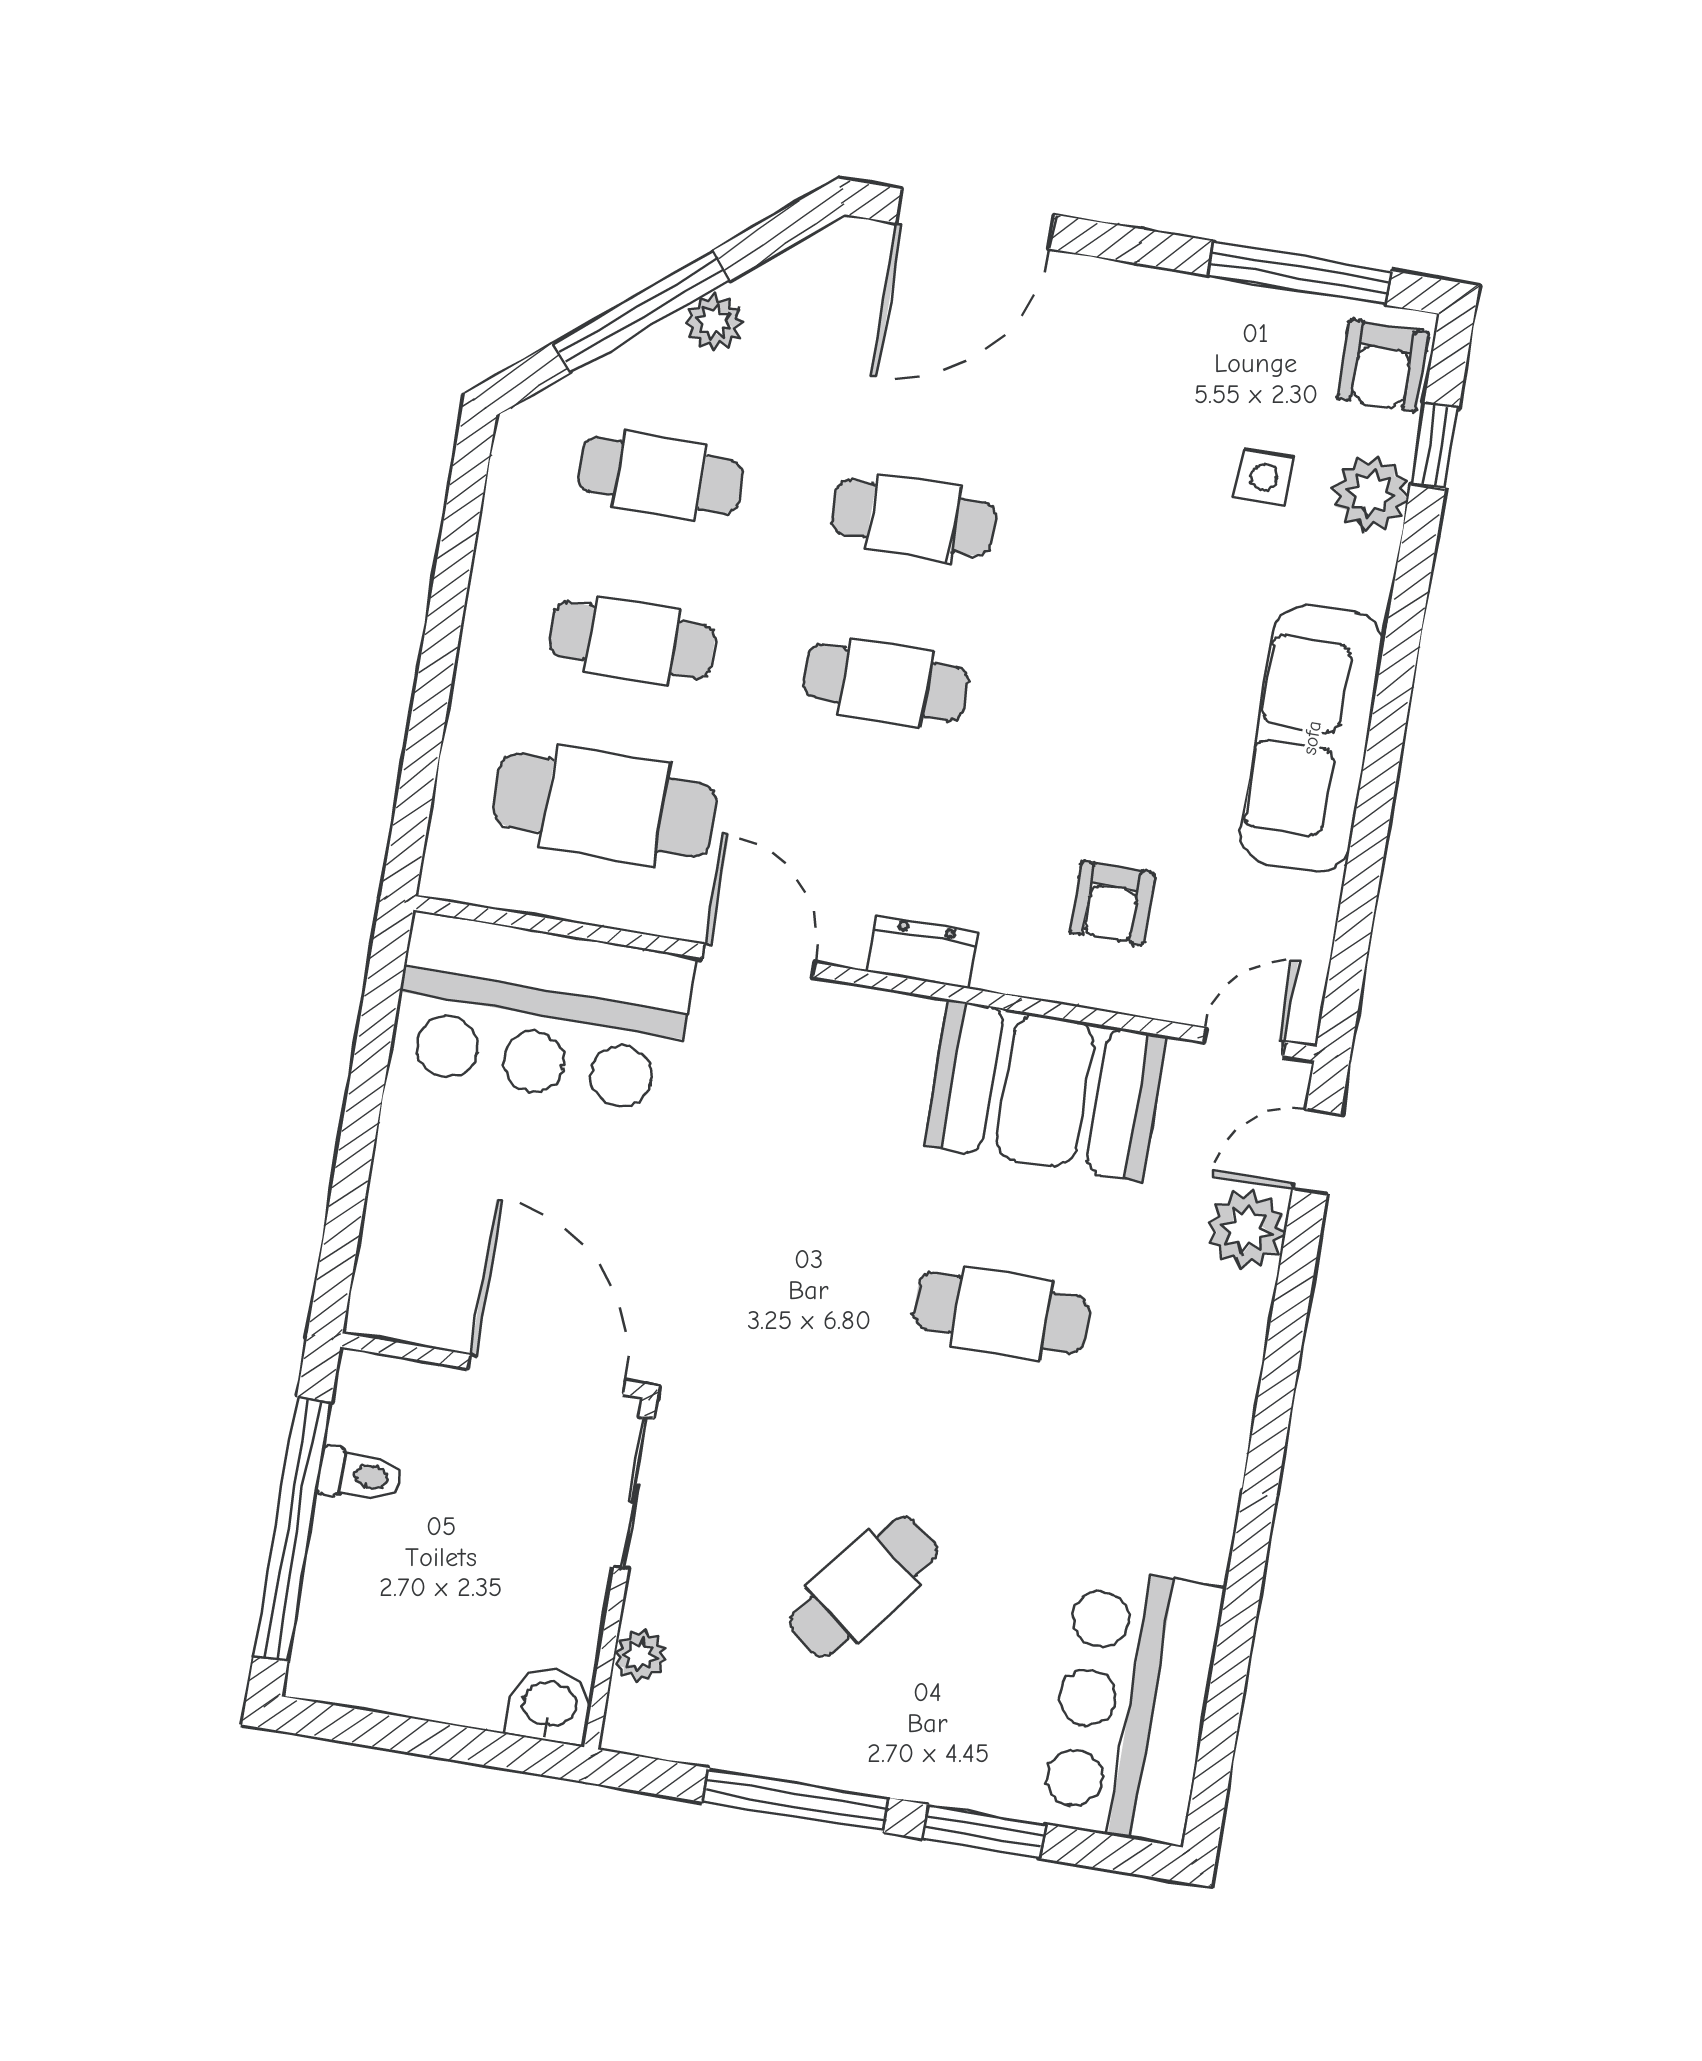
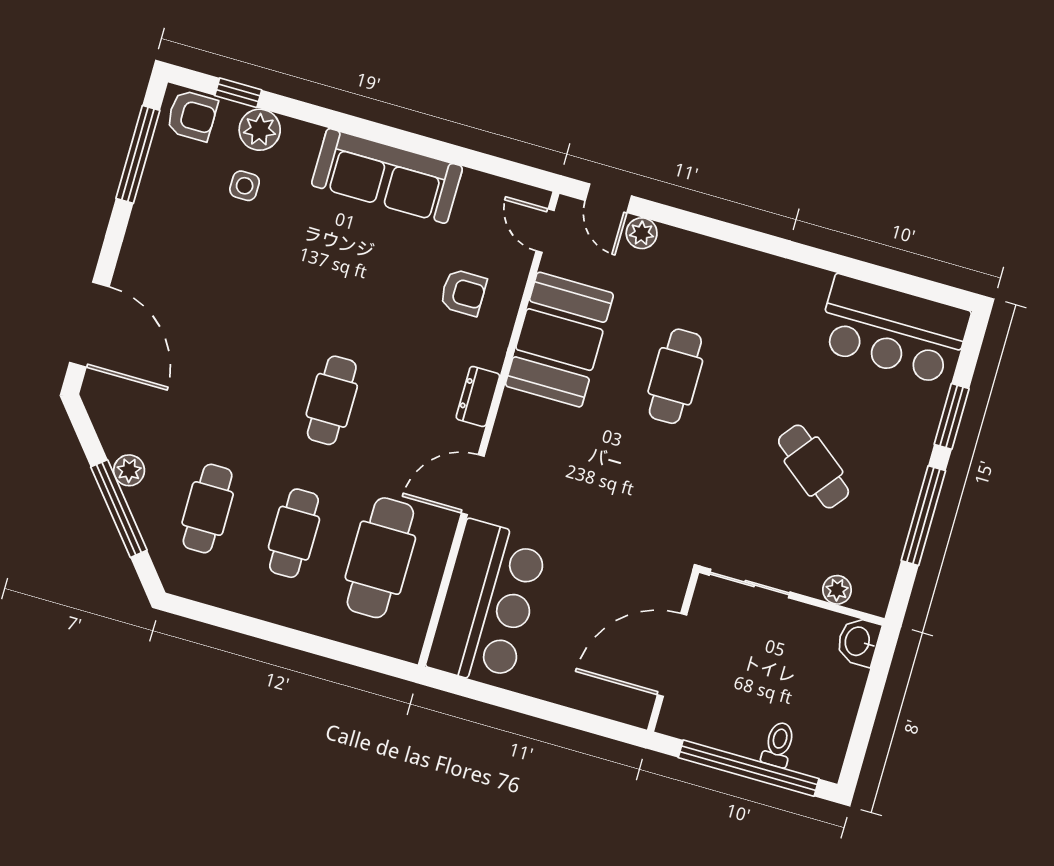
cafe table: (913, 518) -> (245, 376), removed
plant: (1247, 1229) -> (642, 233), width x0.73, depth x0.73
door: (547, 1375) -> (672, 655), moved
toilet: (360, 1475) -> (778, 744), moved

